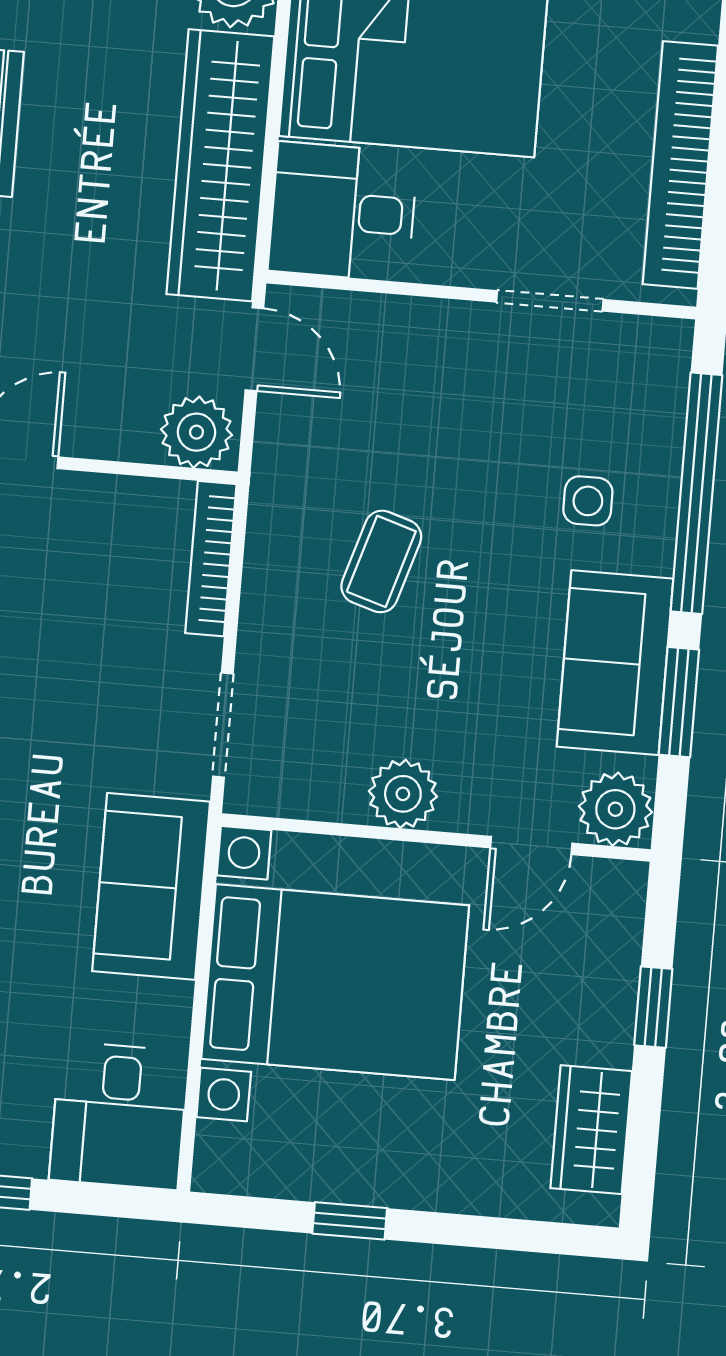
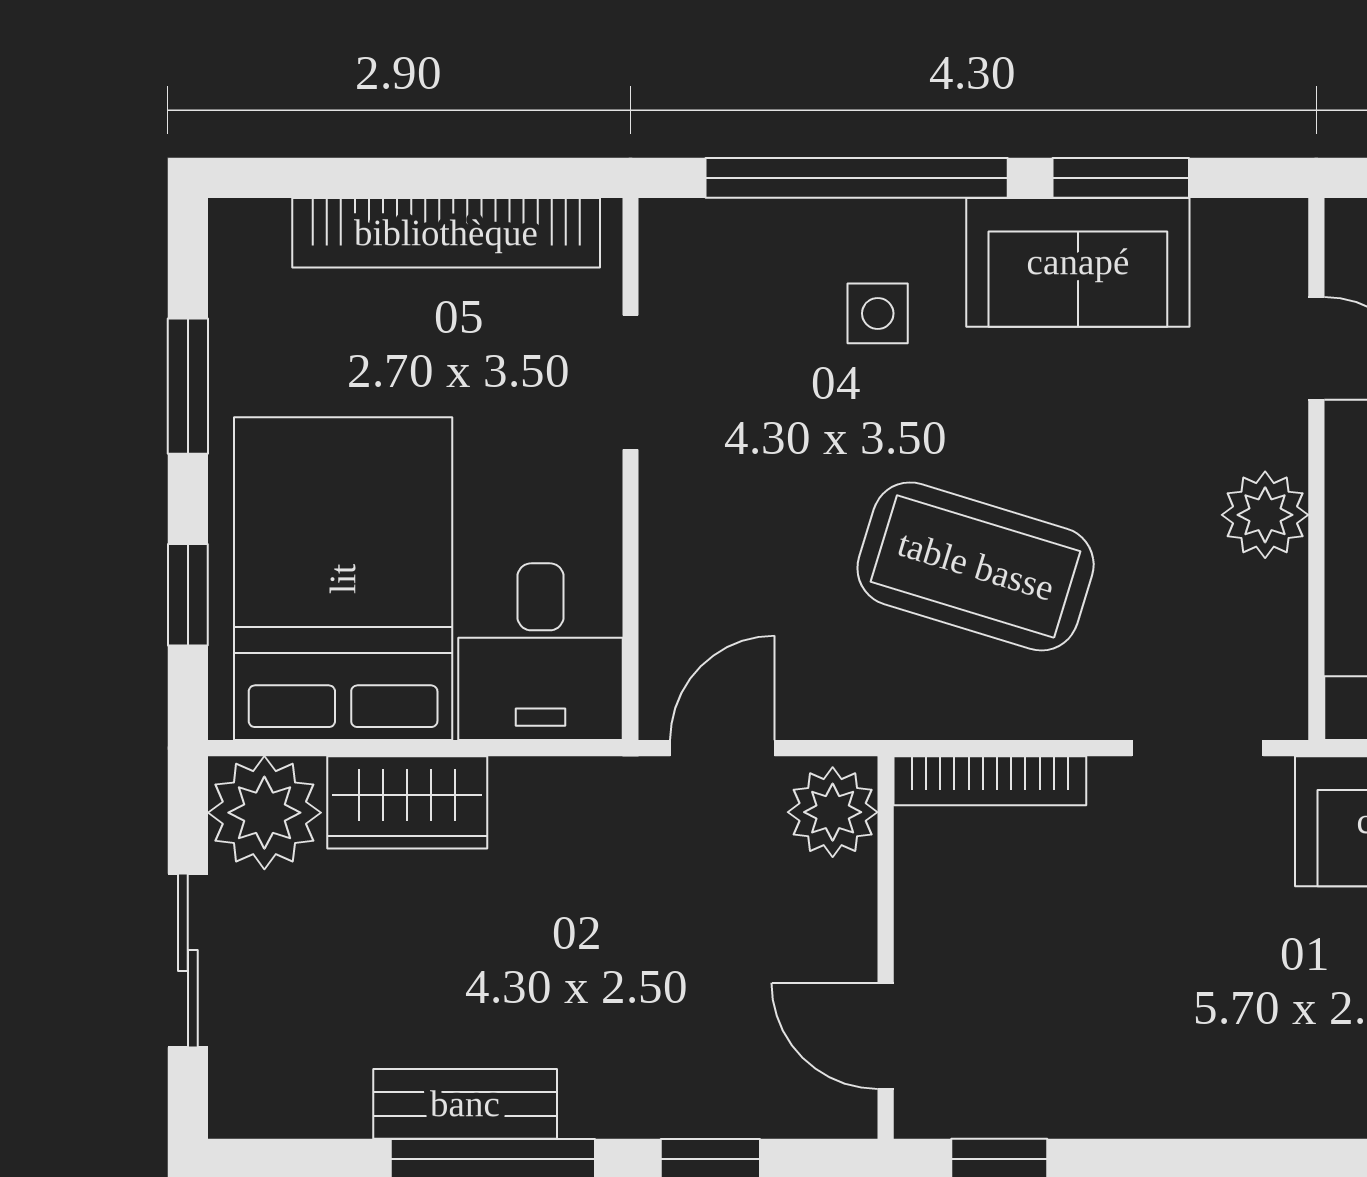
wardrobe: (220, 165) -> (407, 802), width x0.48, depth x0.85
coffee table: (381, 561) -> (976, 566), width x1.86, depth x1.72
plant: (615, 809) -> (1262, 246), removed

